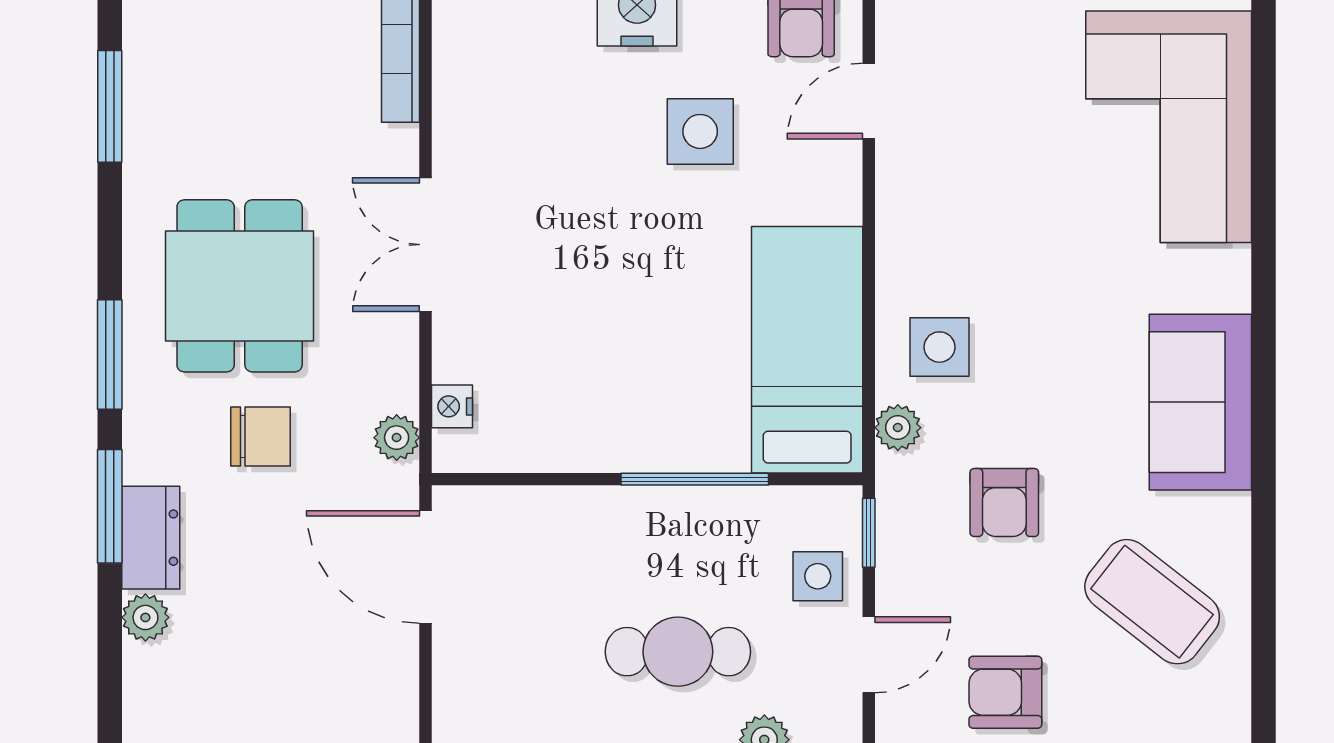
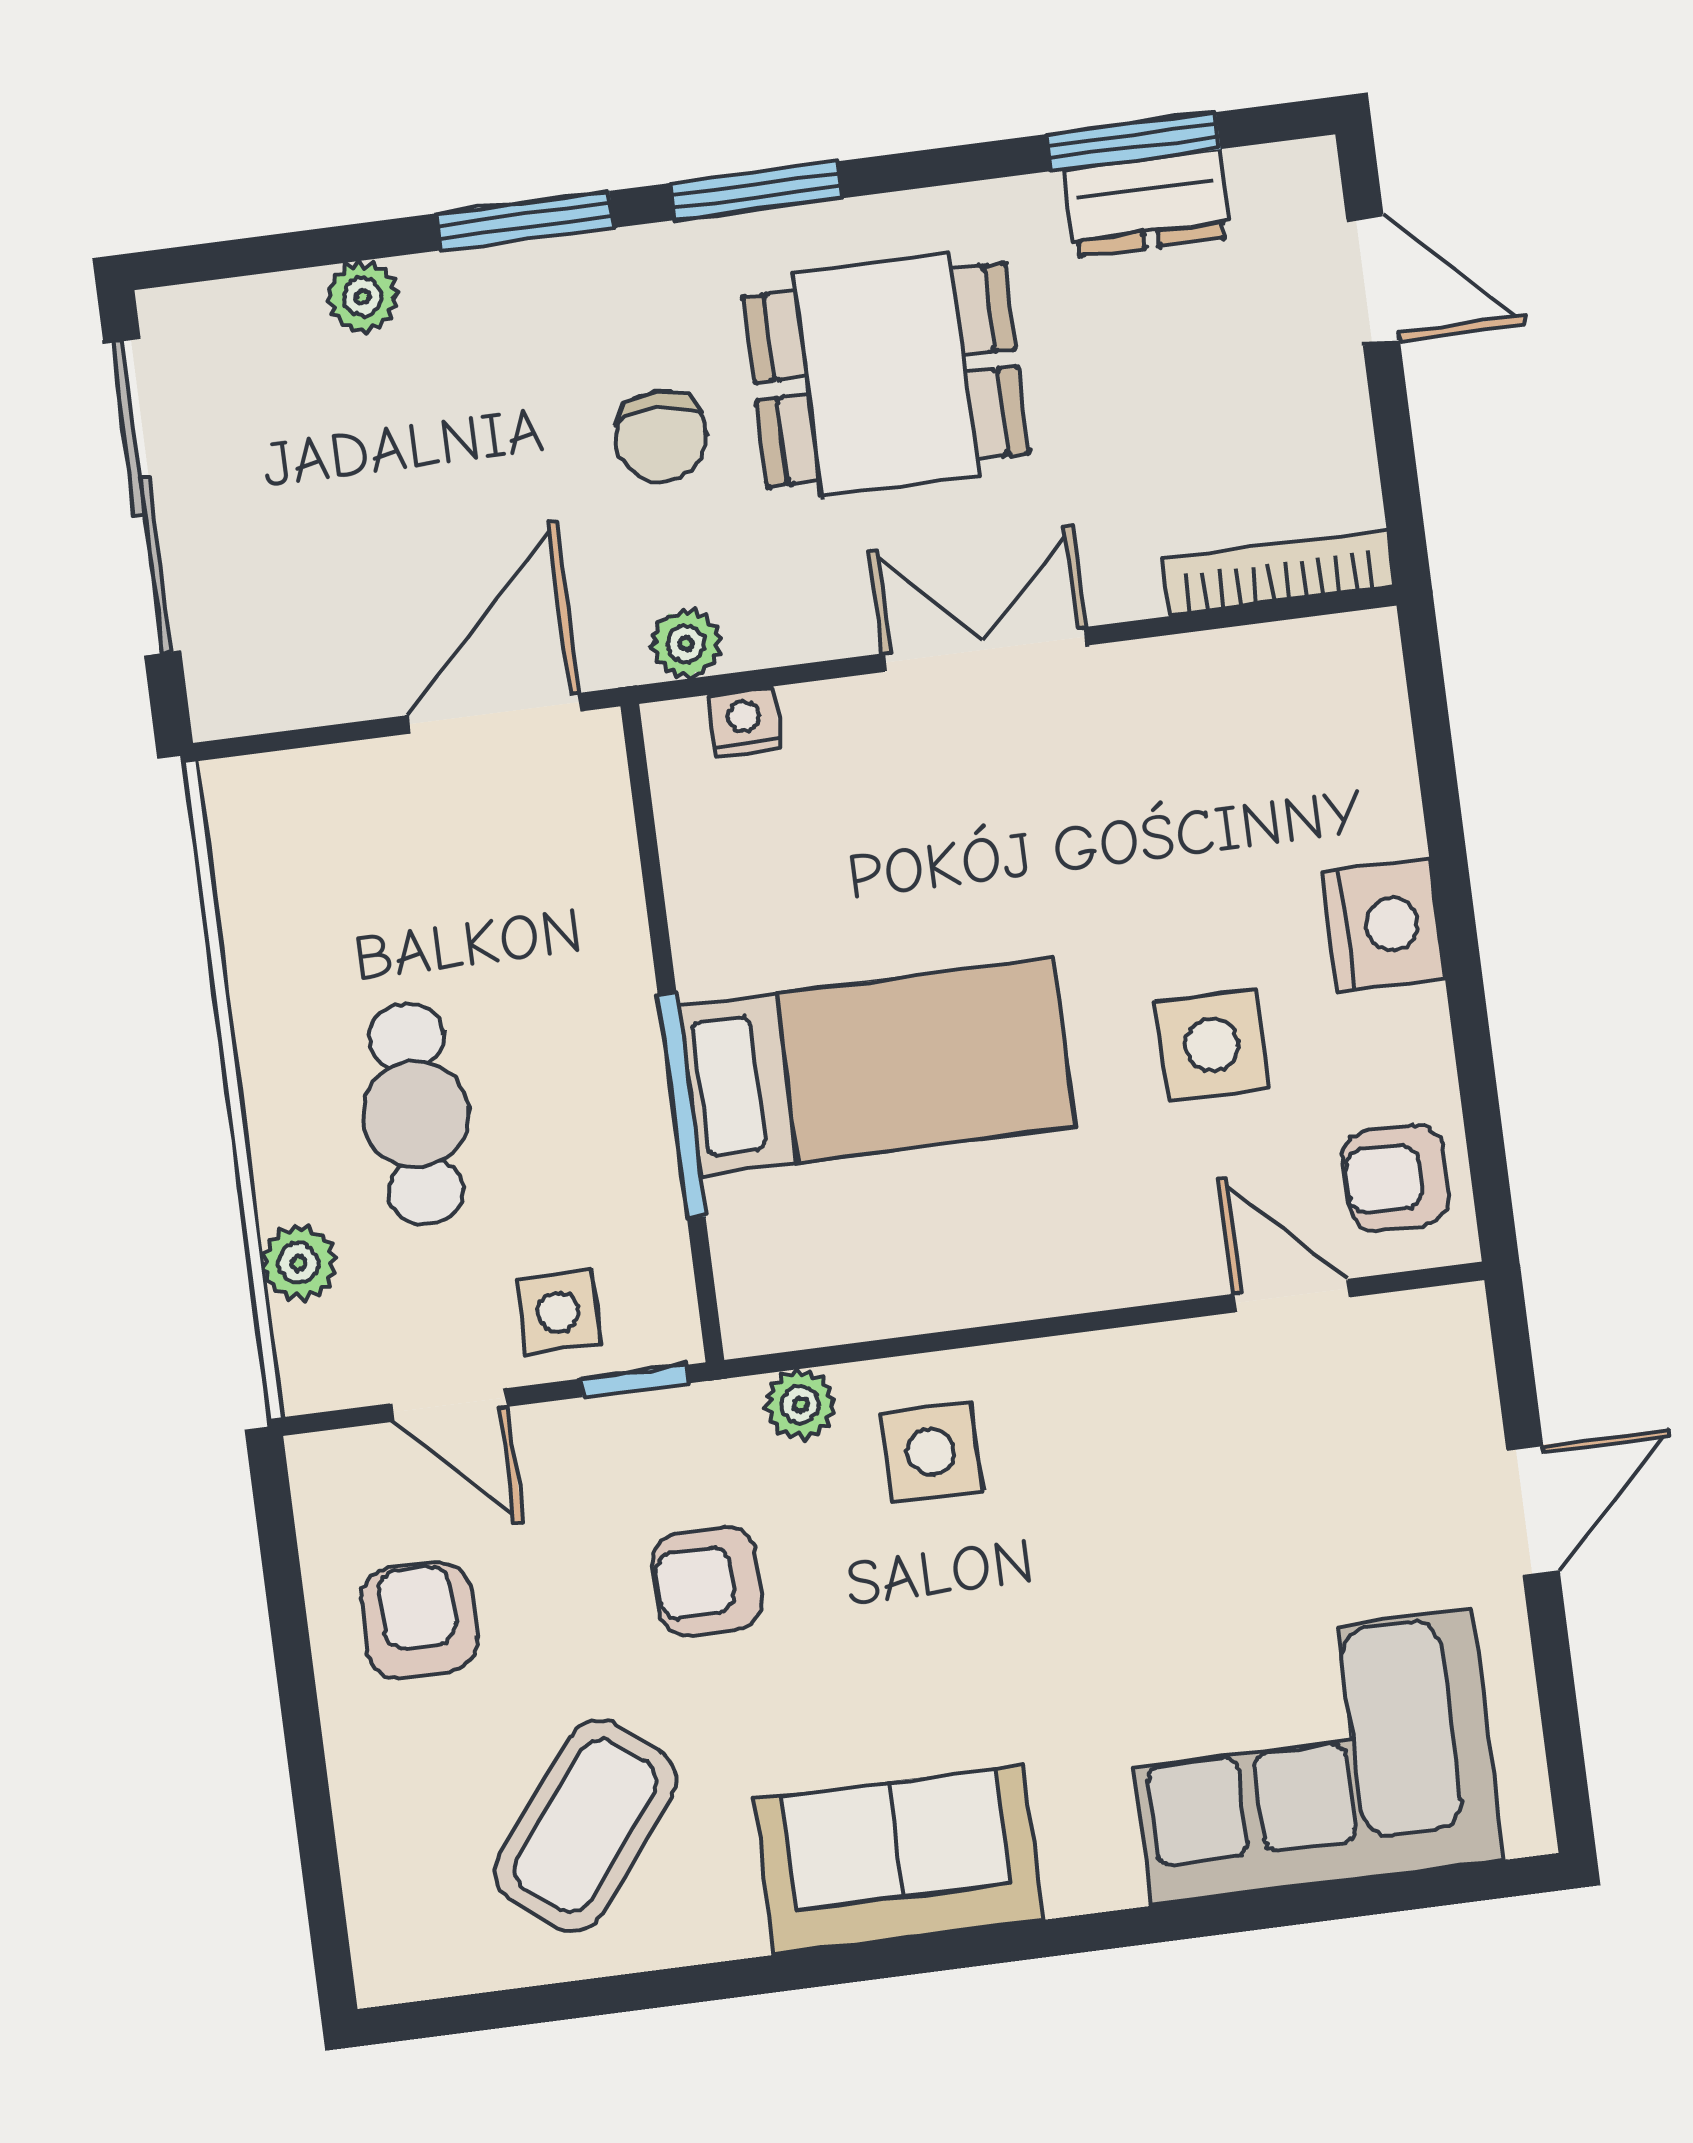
bed: (807, 350) -> (877, 1066), moved
dresser: (151, 538) -> (1147, 203), moved

